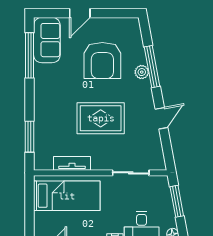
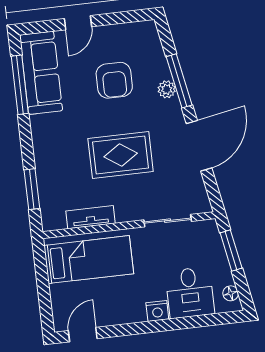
sofa: (47, 40) -> (41, 73), width x1.36
armchair: (102, 60) -> (114, 80), width x0.73, depth x0.73
door: (162, 118) -> (199, 146), width x1.88

